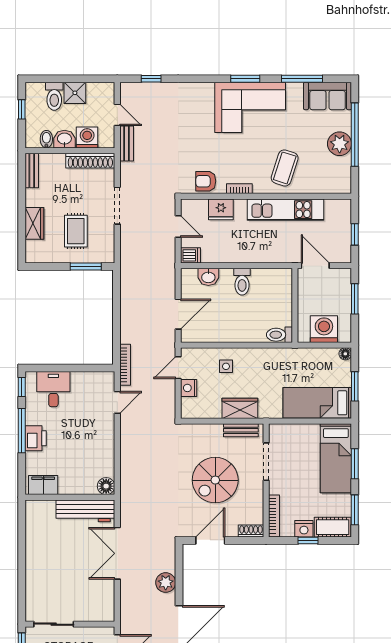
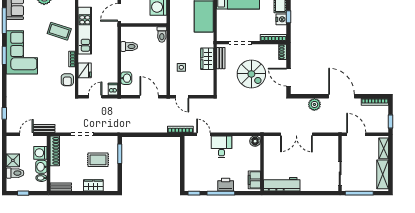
toilet: (242, 282) -> (129, 46), moved
nightstand: (189, 388) -> (195, 90), removed
desk: (53, 389) -> (221, 147), moved, turned 90
workbench: (85, 511) -> (282, 184), moved, turned -90

